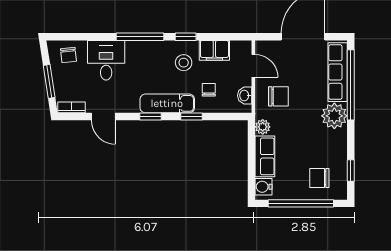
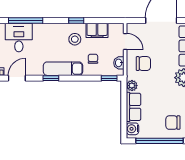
window: (140, 37) -> (26, 21), moved
door: (103, 117) -> (17, 78), swing flipped
window: (192, 117) -> (109, 78), moved

